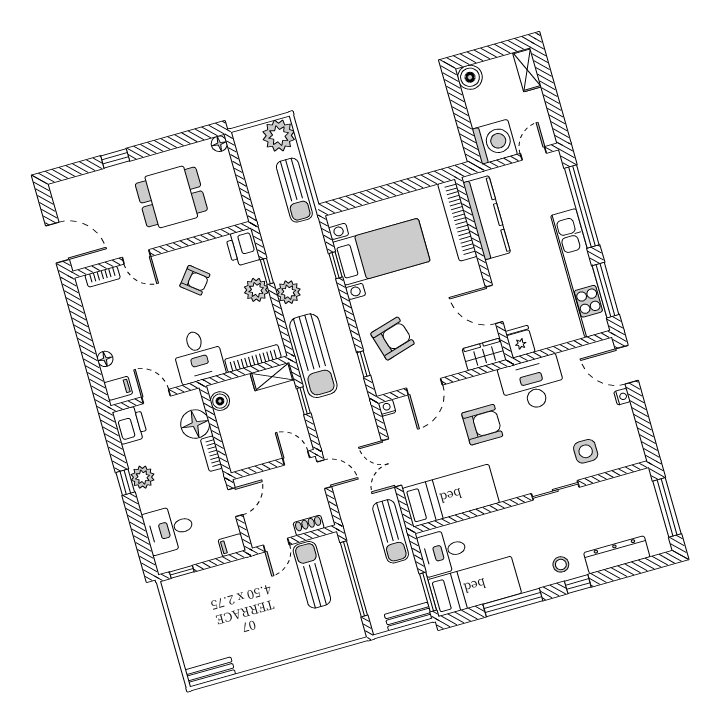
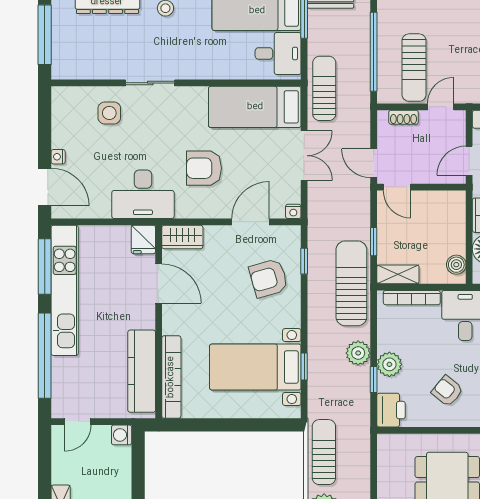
washing machine: (495, 142) -> (122, 435), width x0.53, depth x0.53

